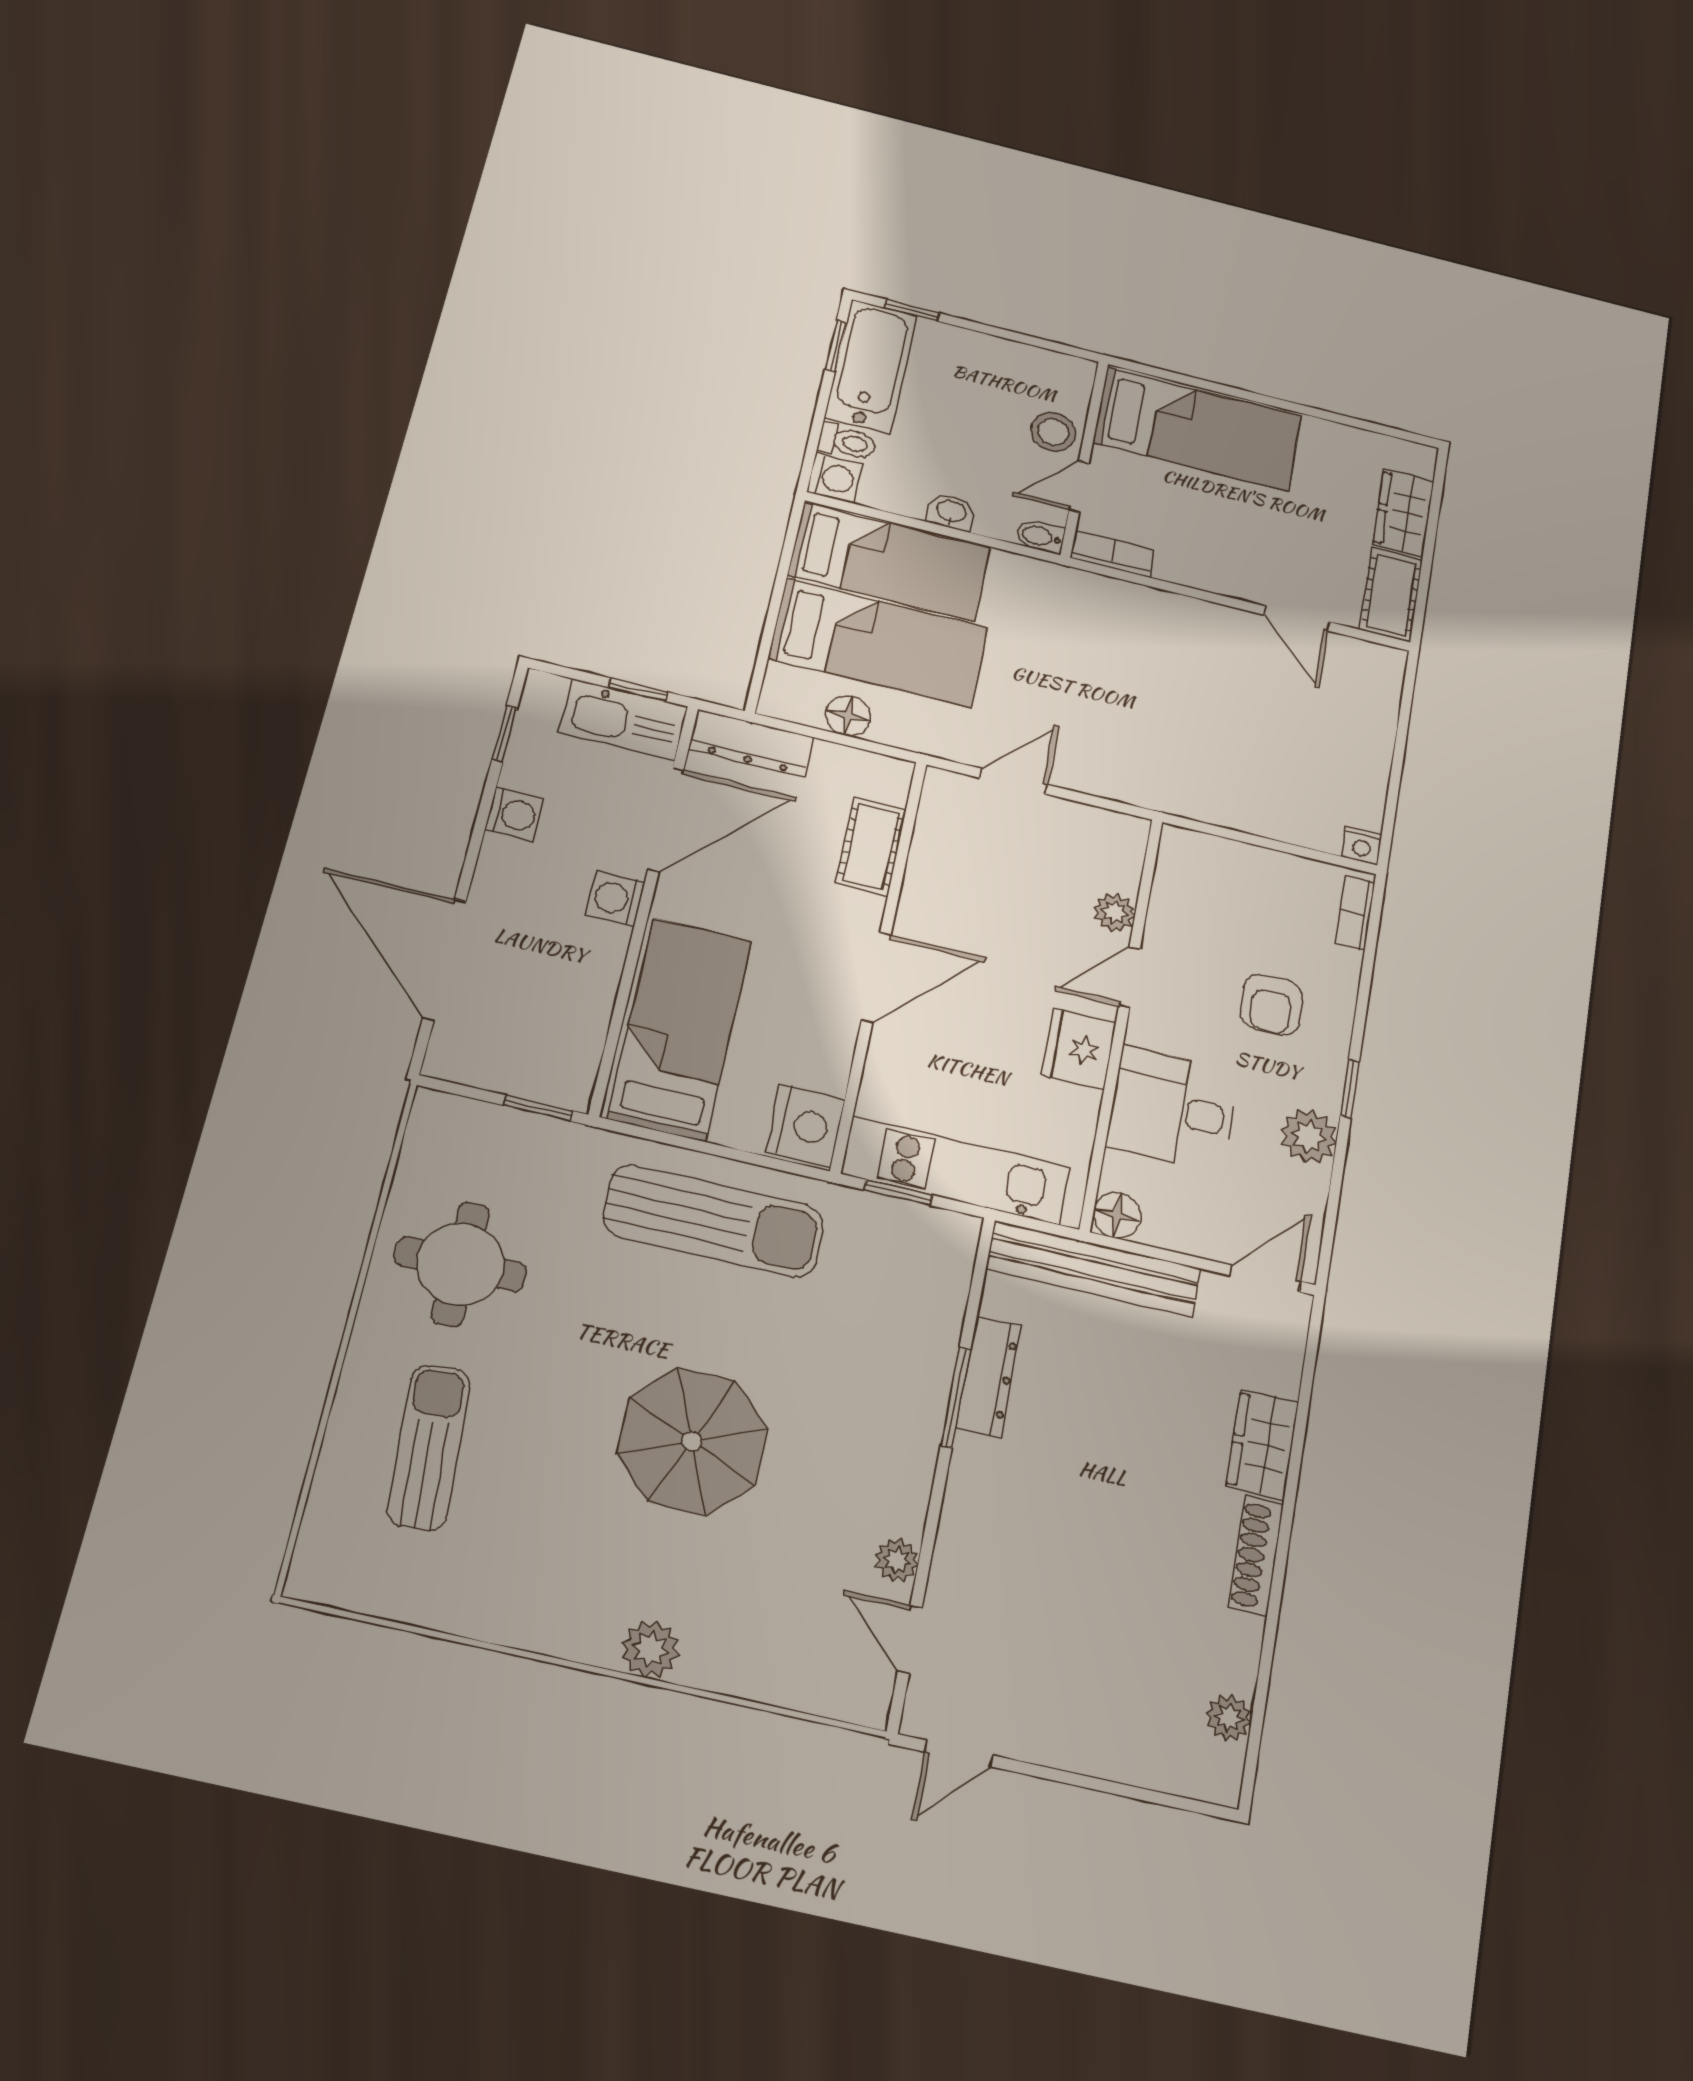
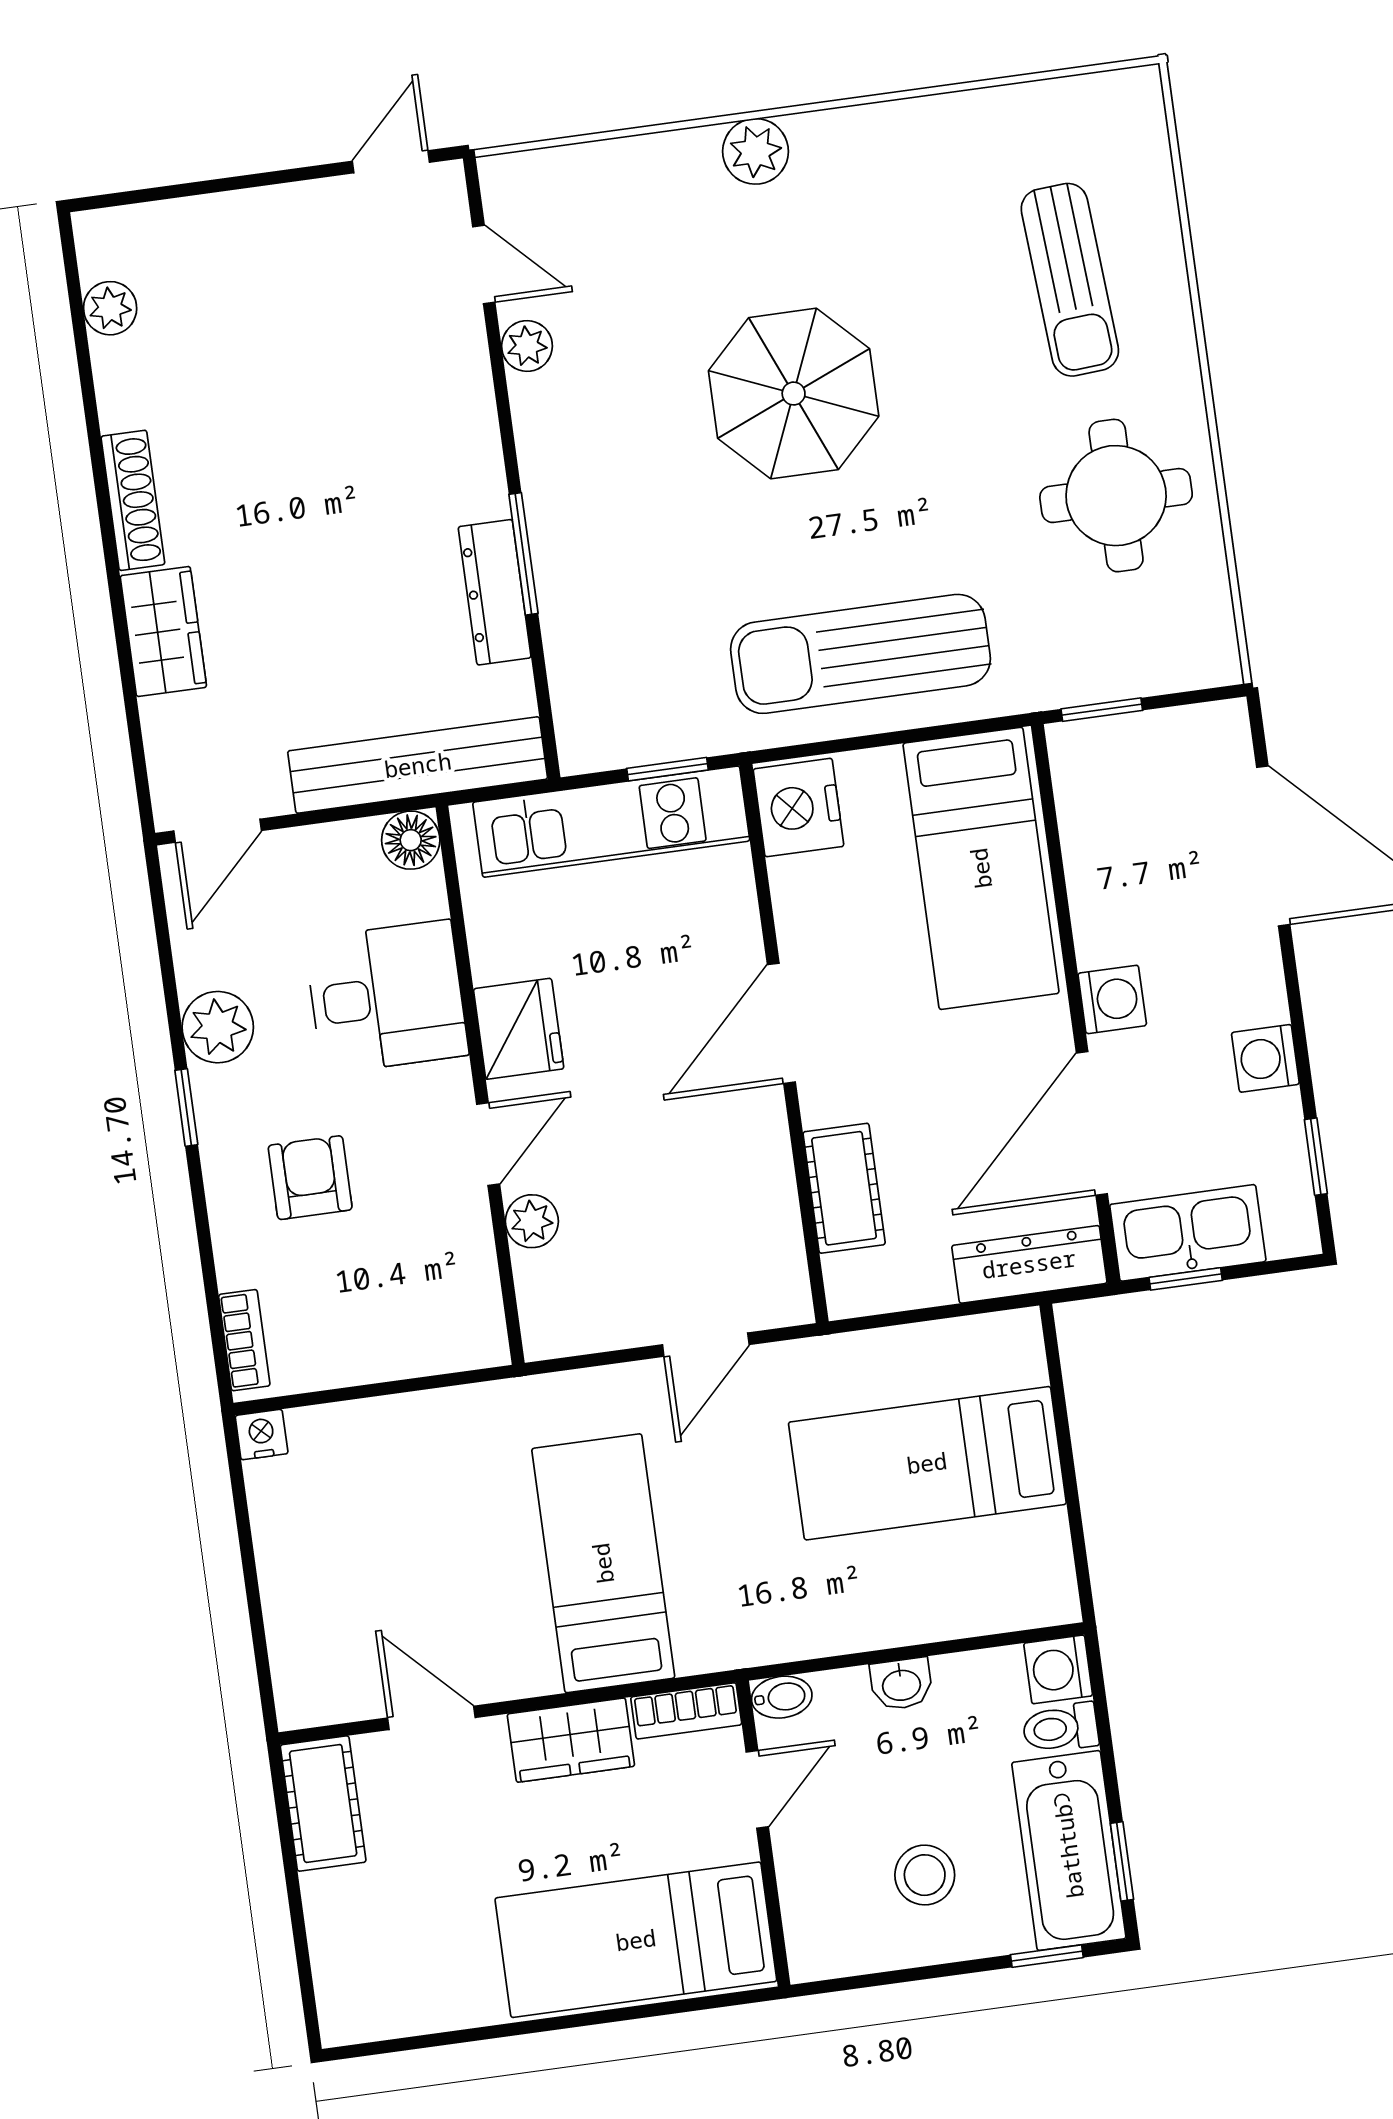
stool: (1053, 432) -> (925, 1875), moved
wardrobe: (1403, 513) -> (571, 1740), moved, turned 90
bed: (889, 562) -> (603, 1563), moved, turned 90
floor lamp: (848, 716) -> (929, 1349), removed

